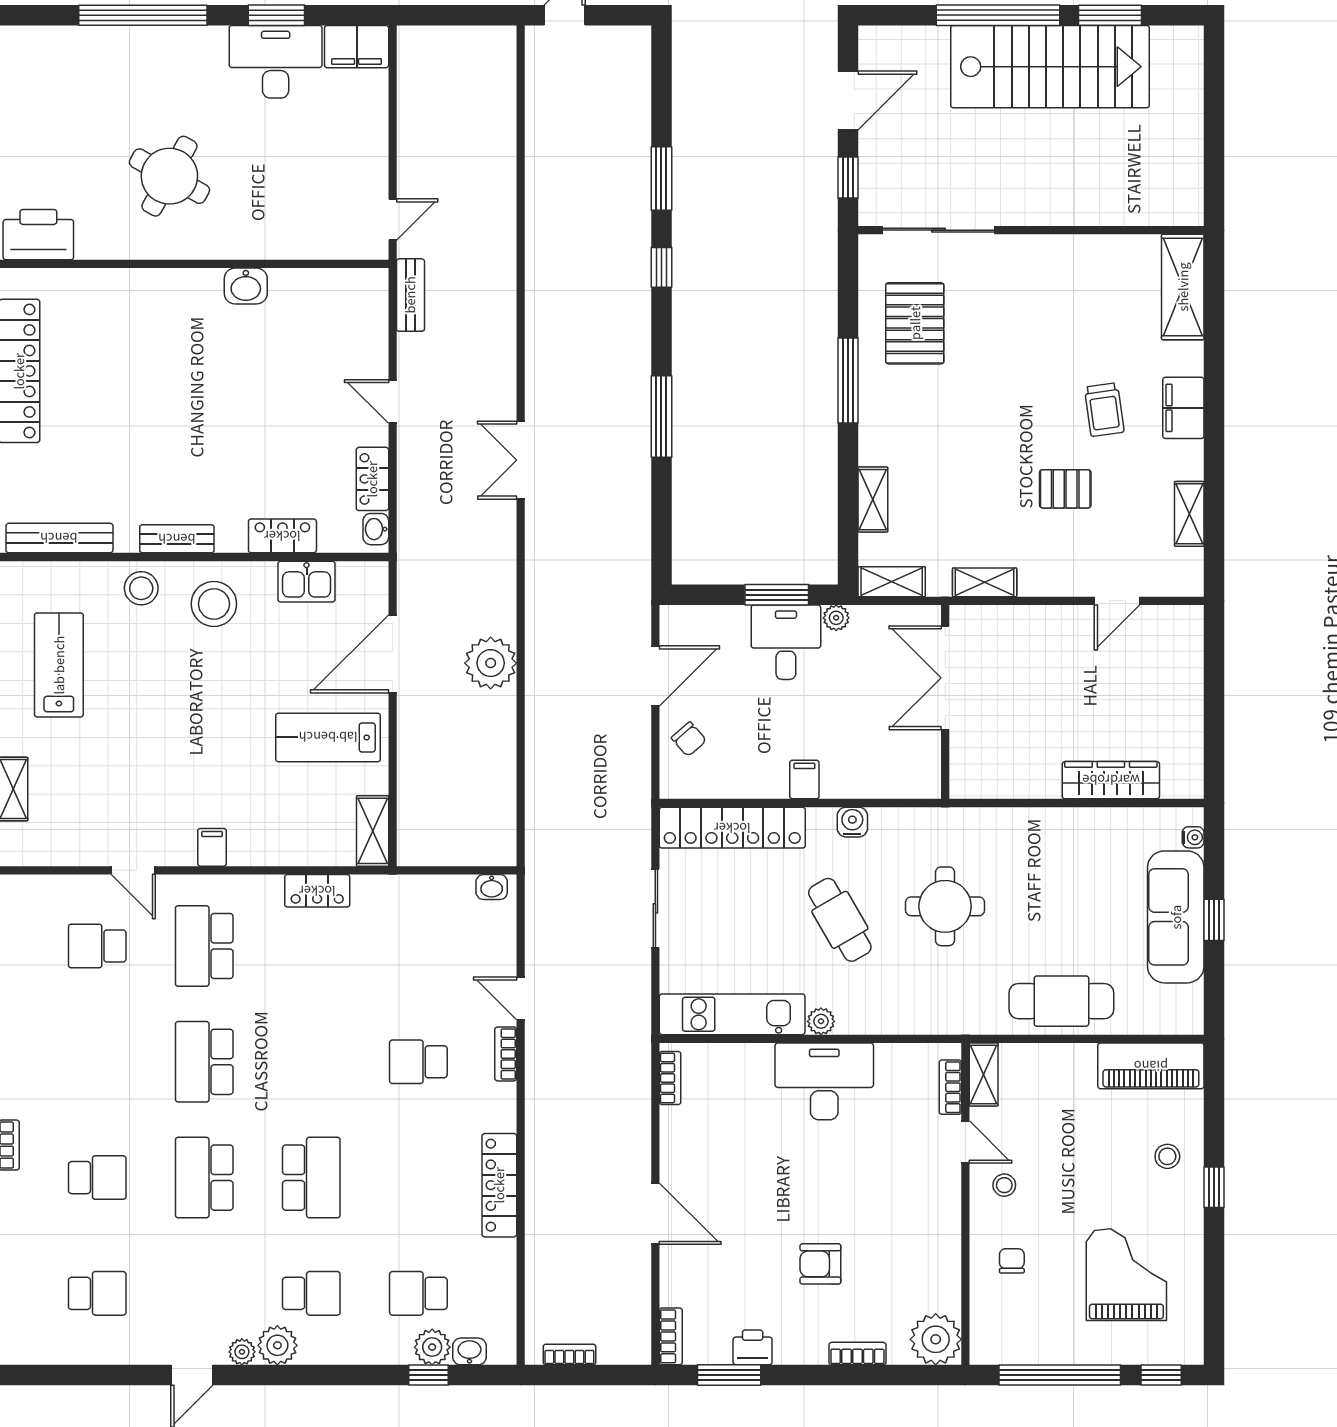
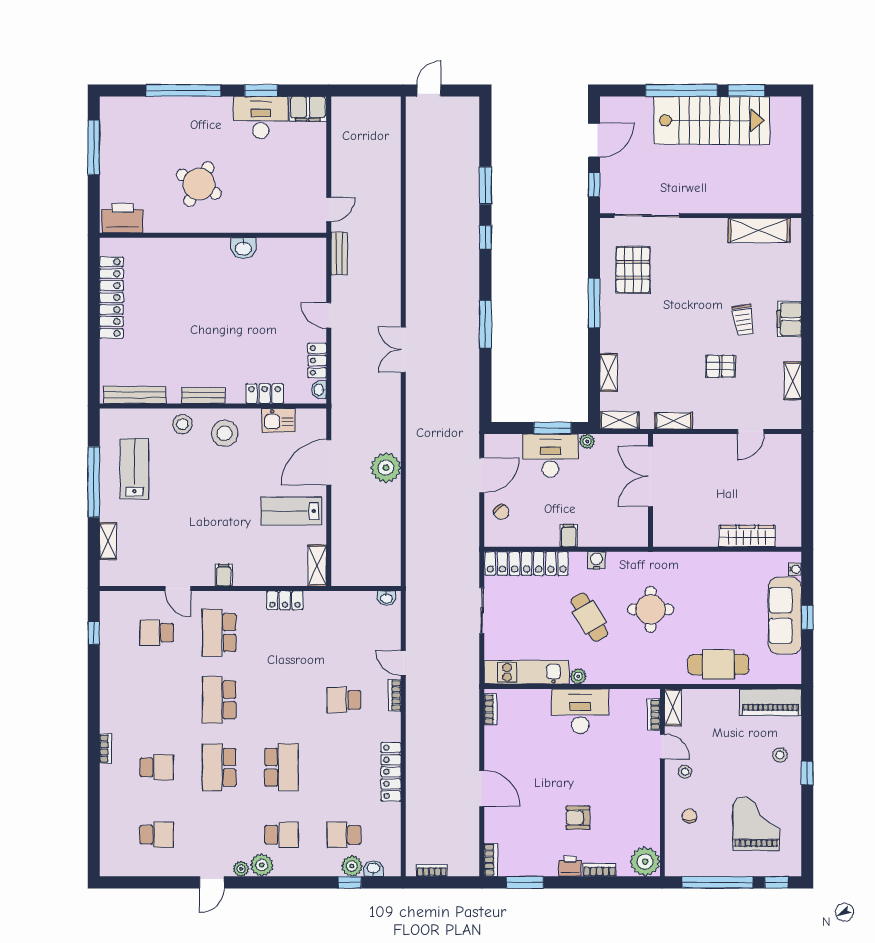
shelving: (1183, 287) -> (759, 230), moved, turned 90
desk: (786, 642) -> (550, 456), width x1.37
printer: (753, 1347) -> (570, 866), moved

